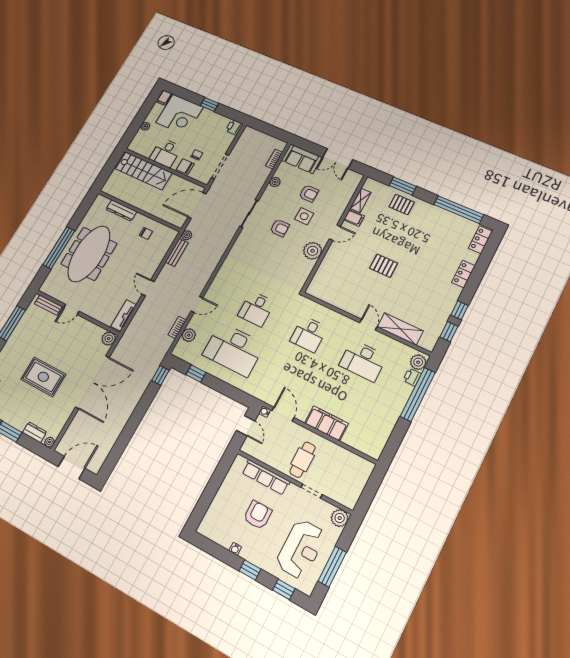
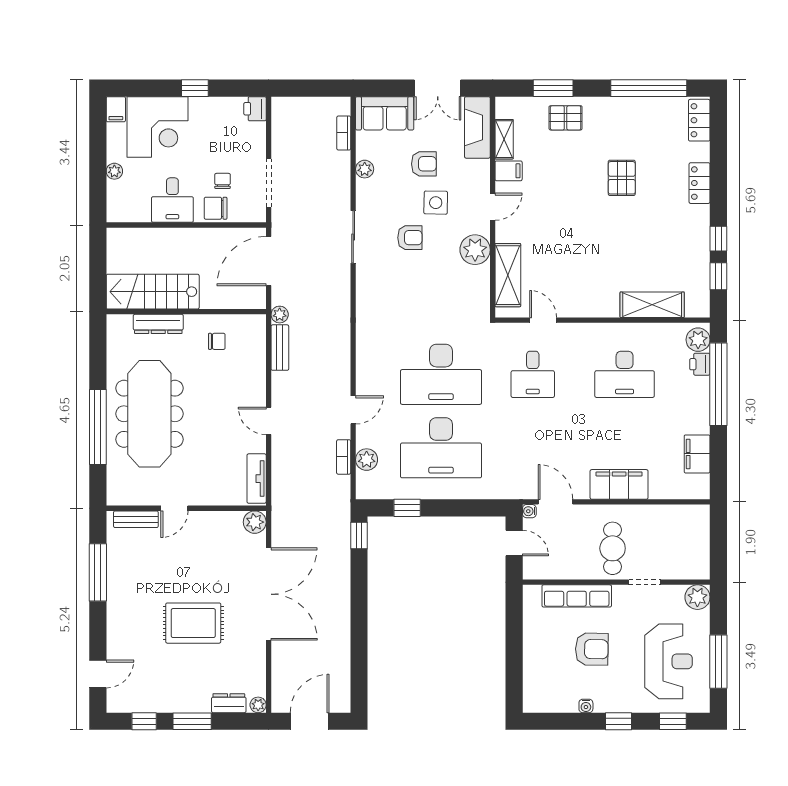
stairs: (144, 171) -> (153, 292), moved, turned 180
fireplace: (349, 188) -> (477, 127), added
pallet: (384, 266) -> (622, 178), moved, turned 90
shelving: (324, 273) -> (508, 275), added
desk: (256, 309) -> (441, 374), width x1.87, depth x1.30
door: (368, 325) -> (543, 320), moved
filing cabinet: (384, 429) -> (697, 454), added
armchair: (258, 515) -> (592, 649), turned 91

